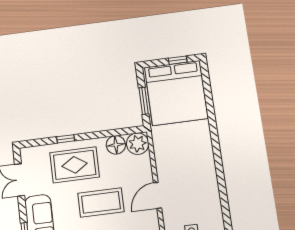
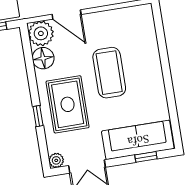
plant: (26, 153) -> (56, 160), added
door: (158, 195) -> (67, 14), moved

